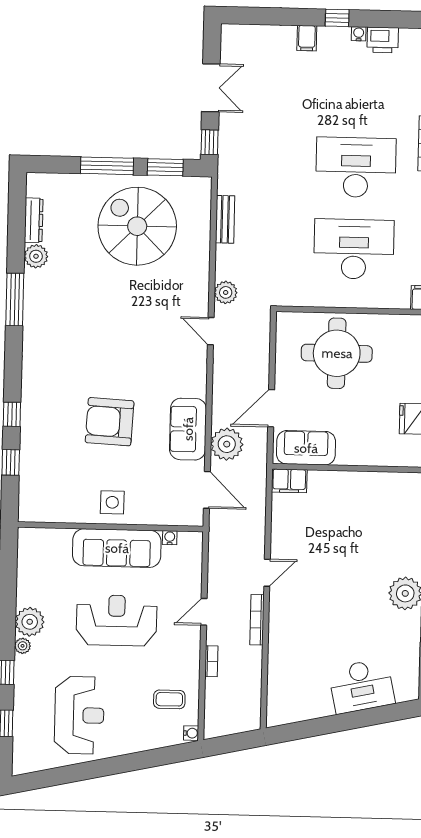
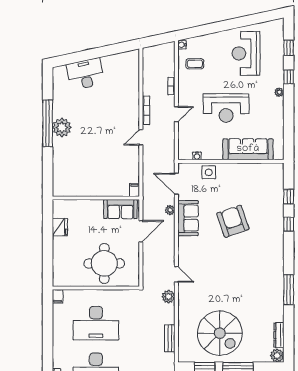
plant: (36, 256) -> (277, 356), moved
armchair: (110, 422) -> (233, 221), turned -112
plant: (227, 444) -> (170, 210), width x0.53, depth x0.53
filing cabinet: (289, 481) -> (135, 190), width x0.50
side table: (112, 502) -> (209, 172), moved
sofa: (117, 548) -> (248, 149), moved
plant: (30, 622) -> (276, 106), removed

